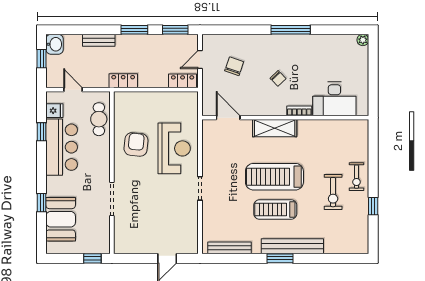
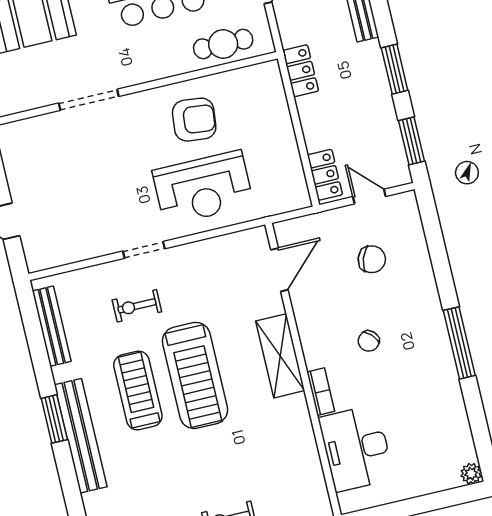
treadmill: (274, 177) -> (195, 375), turned 180
exercise bike: (333, 192) -> (137, 306), moved, width x0.73, depth x0.72

